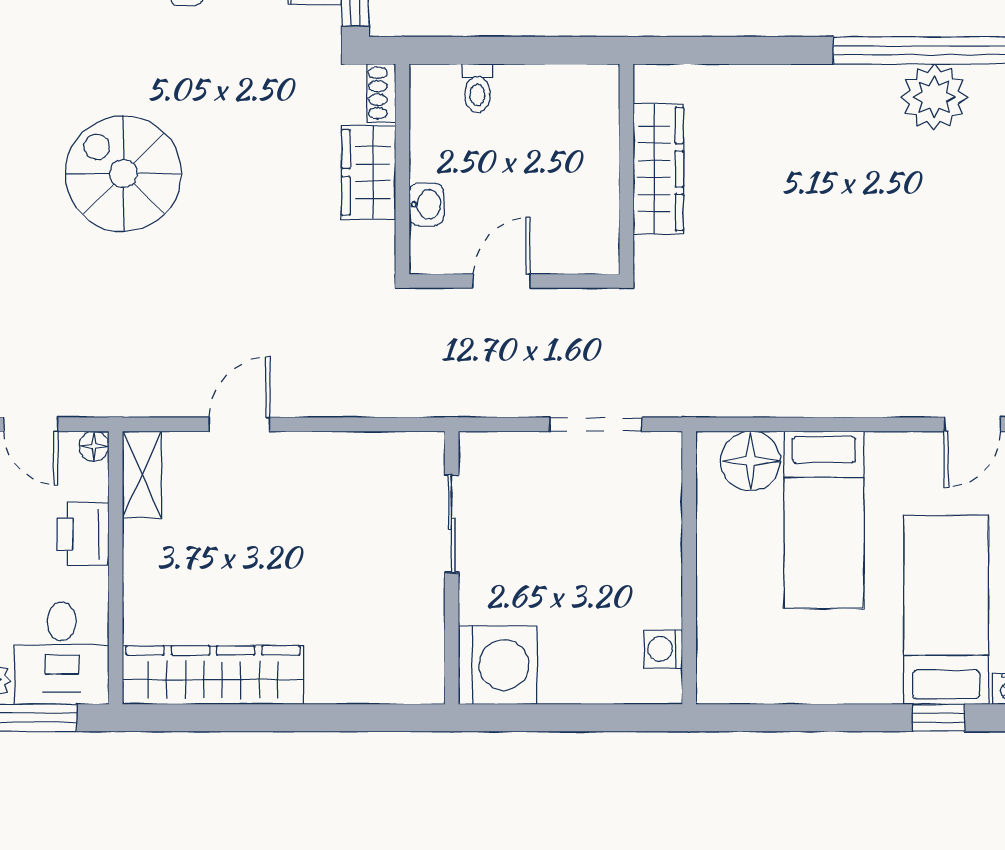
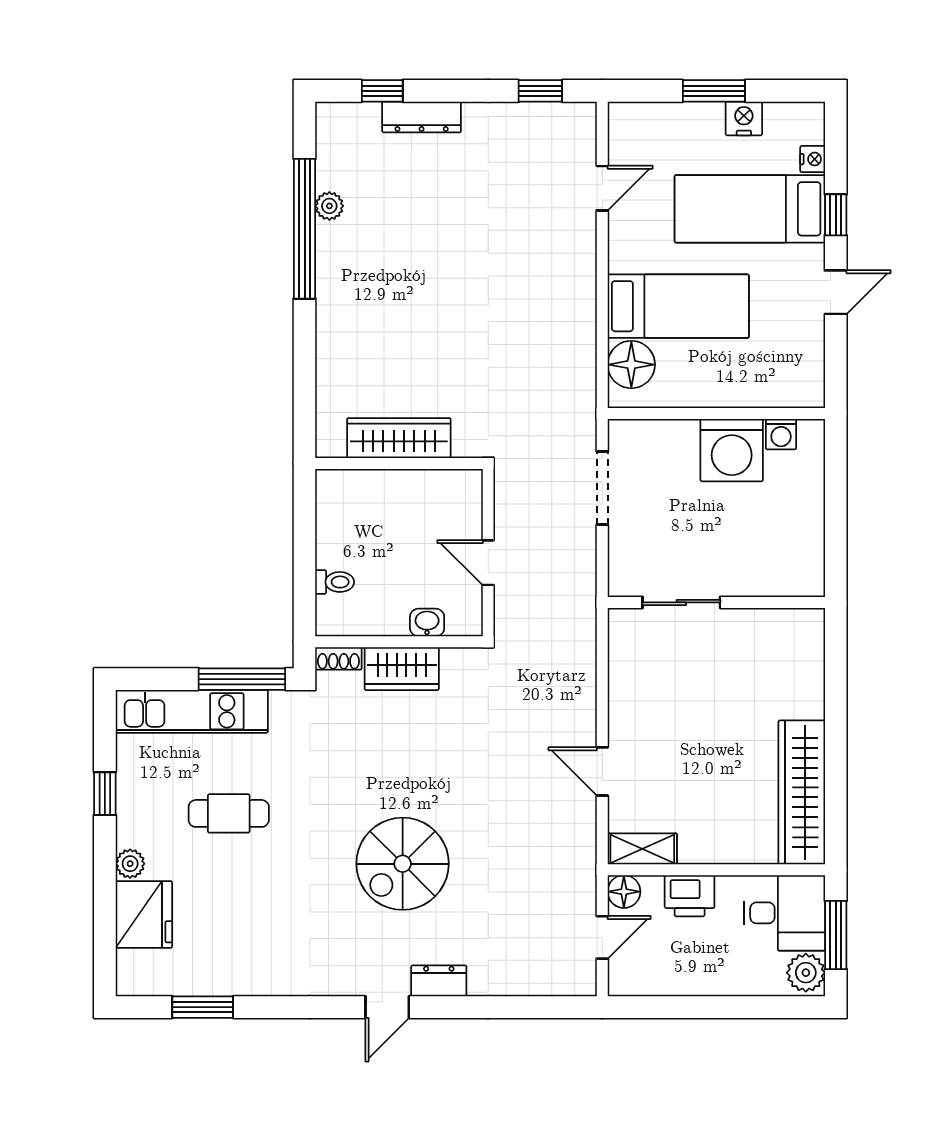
plant: (934, 97) -> (329, 206), width x0.53, depth x0.53
door: (972, 424) -> (602, 188), hinge flipped
floor lamp: (94, 446) -> (624, 892), width x1.37, depth x1.37
washing machine: (498, 665) -> (732, 450), moved, turned 180
door: (841, 718) -> (836, 292), added

